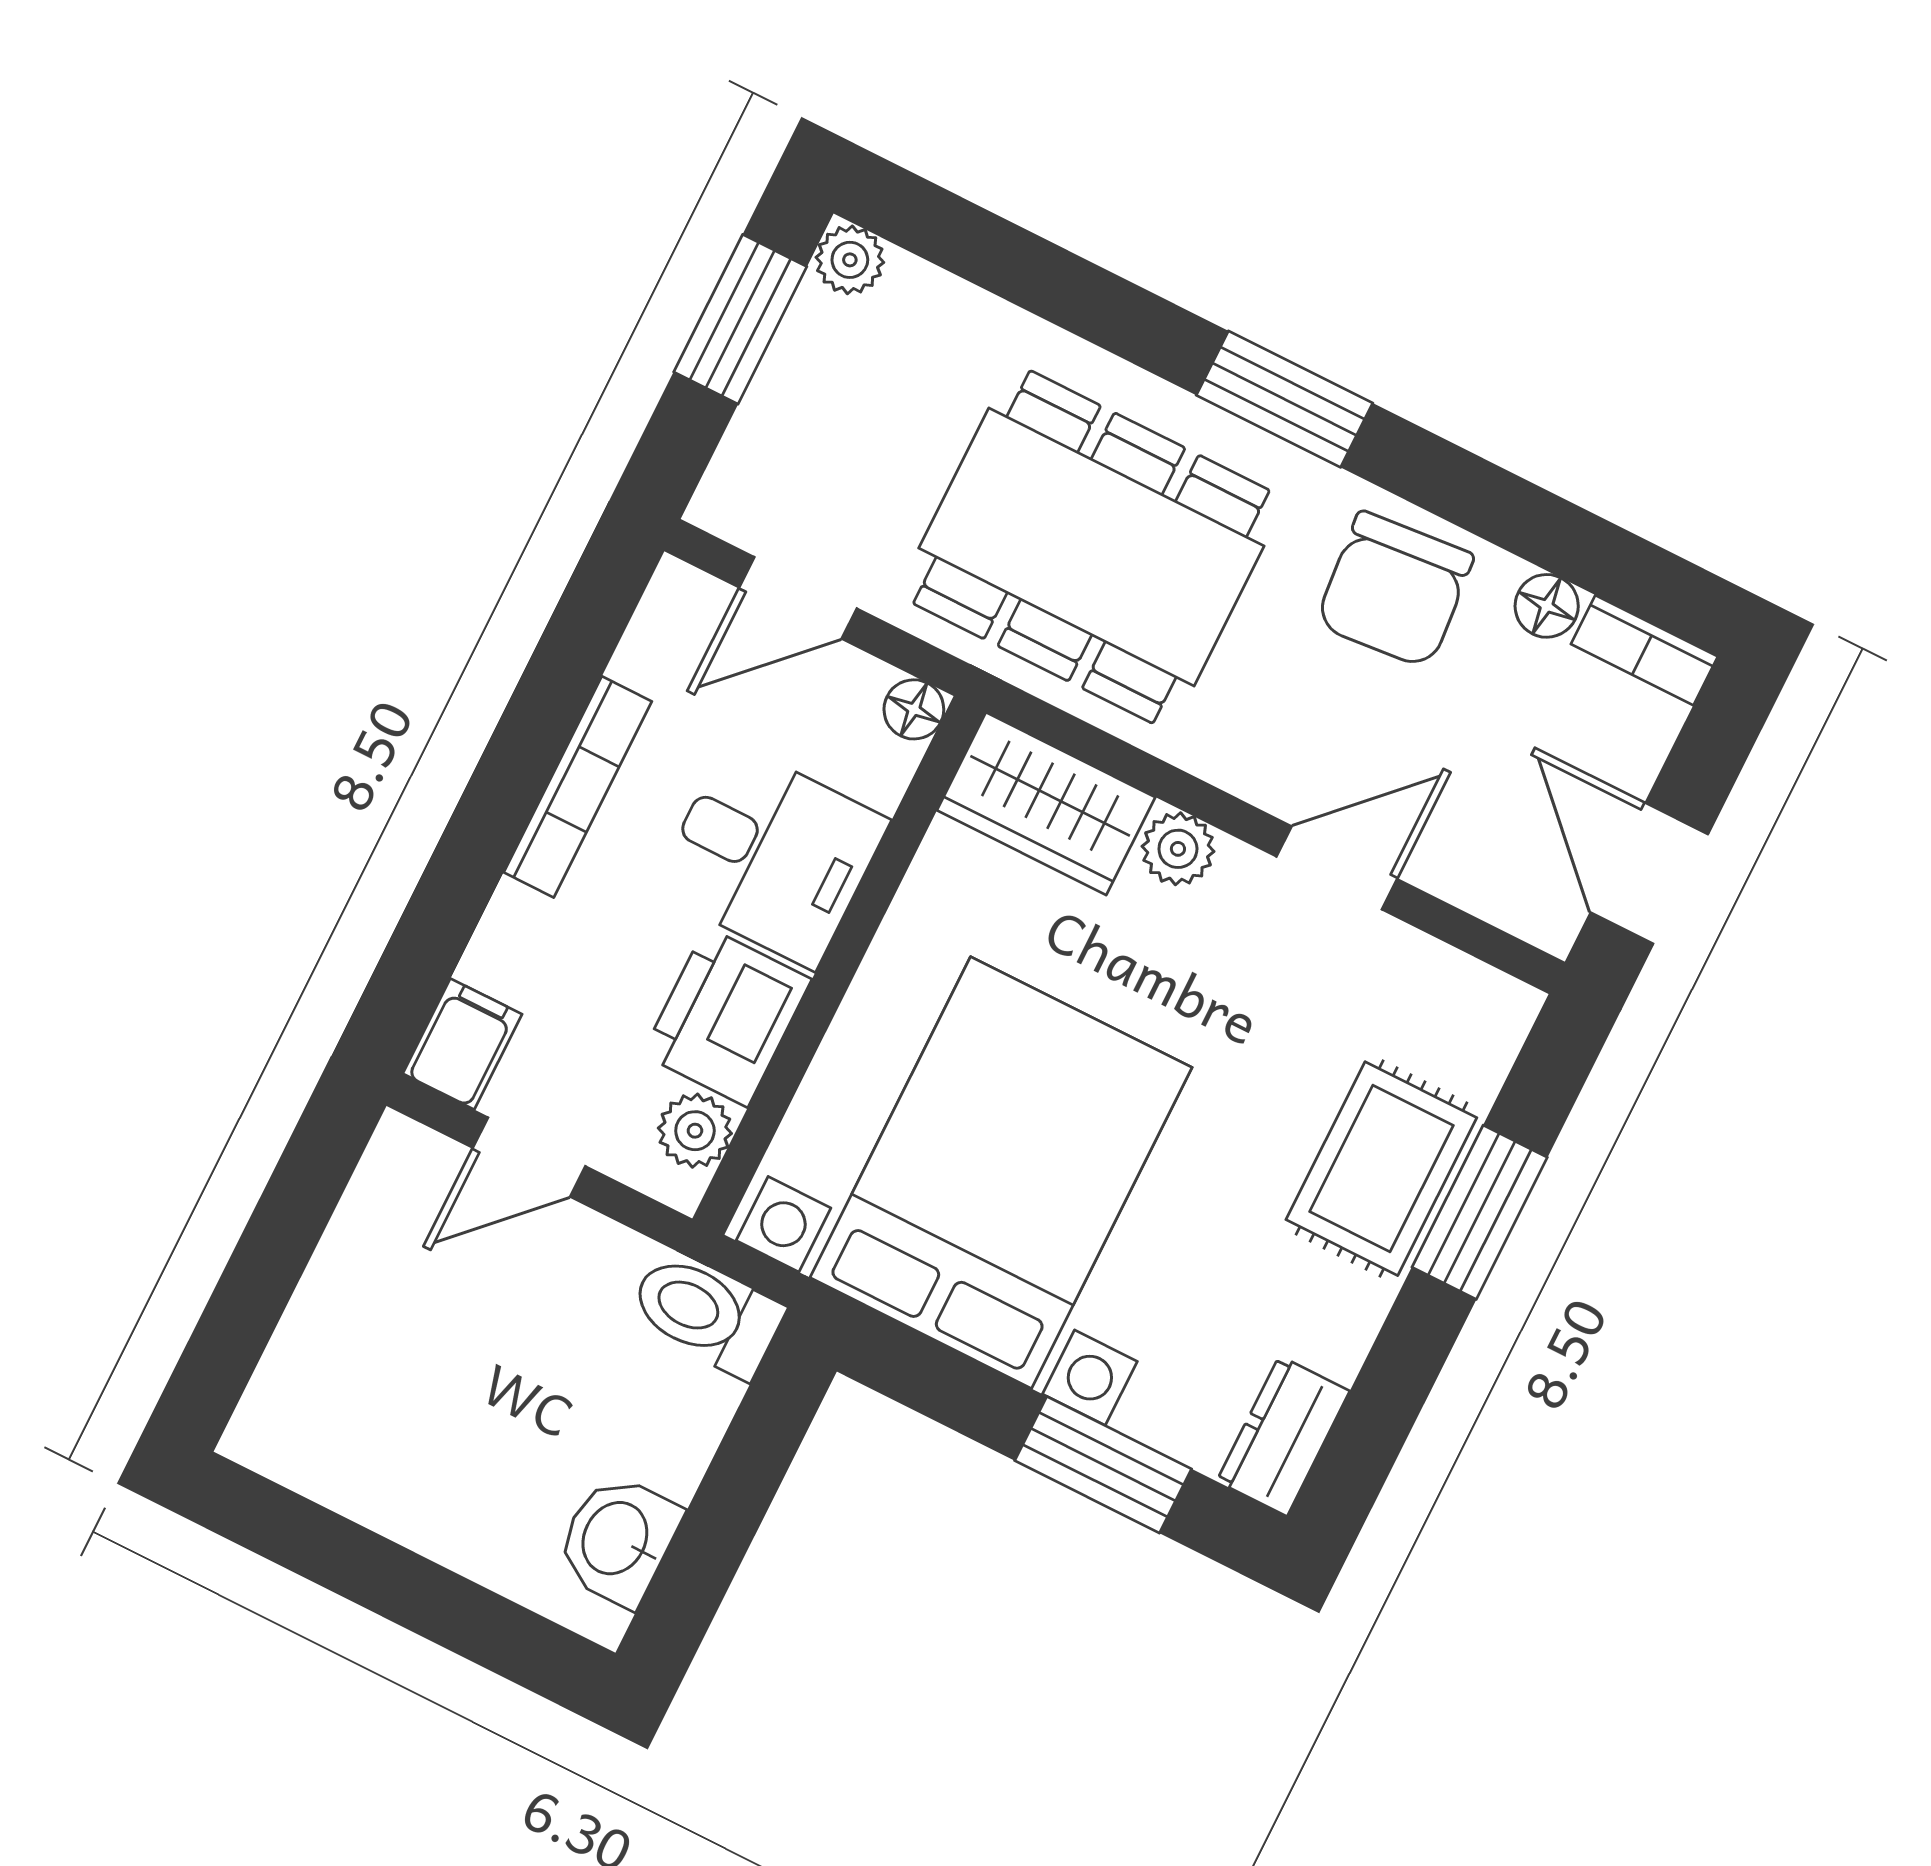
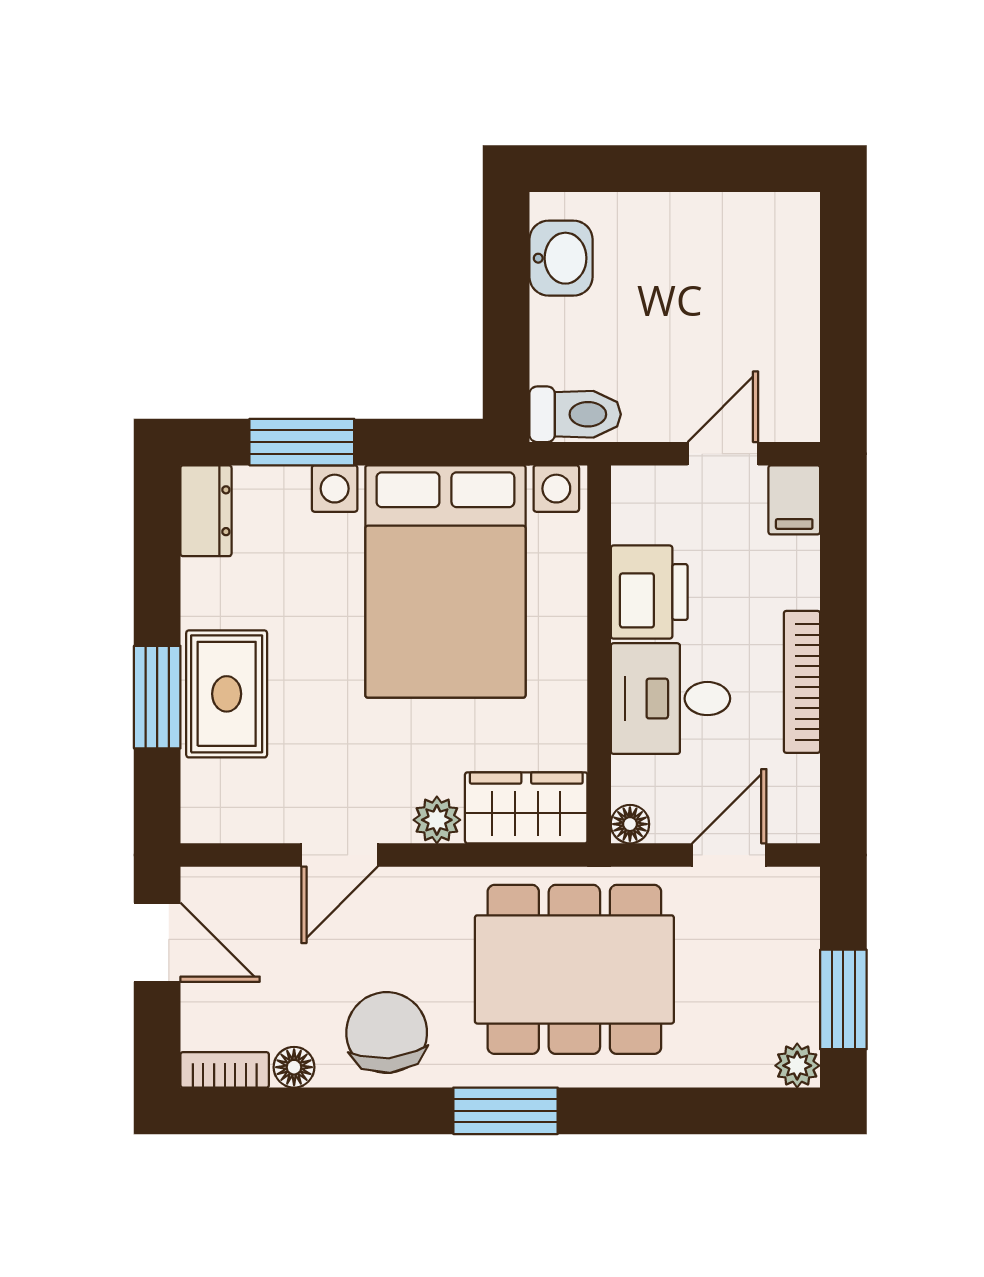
plant: (695, 1131) -> (635, 517), removed

